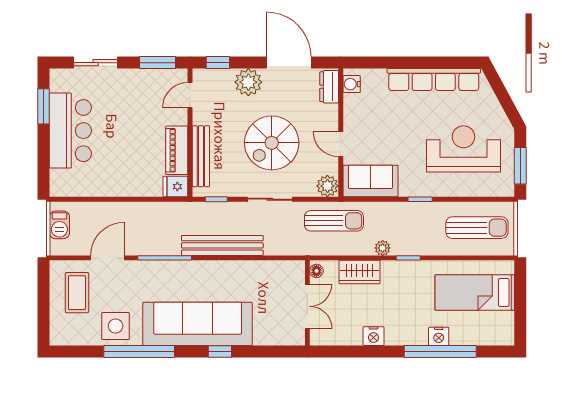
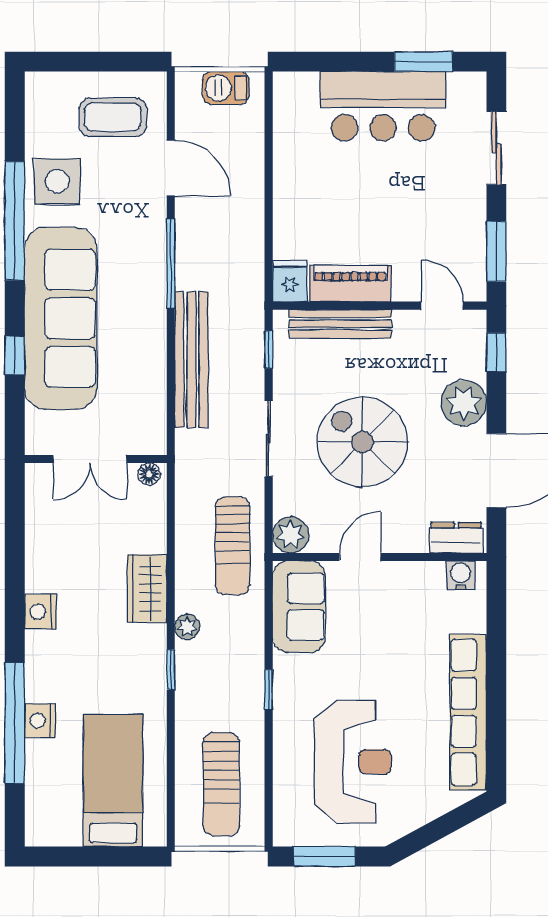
floor lamp: (316, 271) -> (149, 474), moved
wall: (307, 303) -> (96, 459), moved
double door: (307, 306) -> (90, 459), moved

